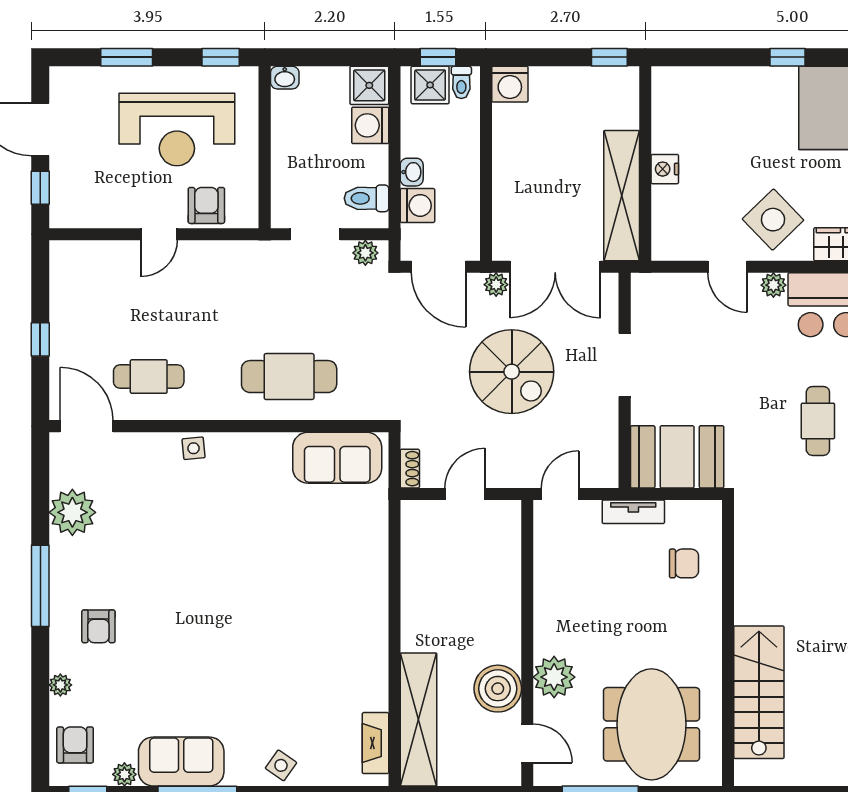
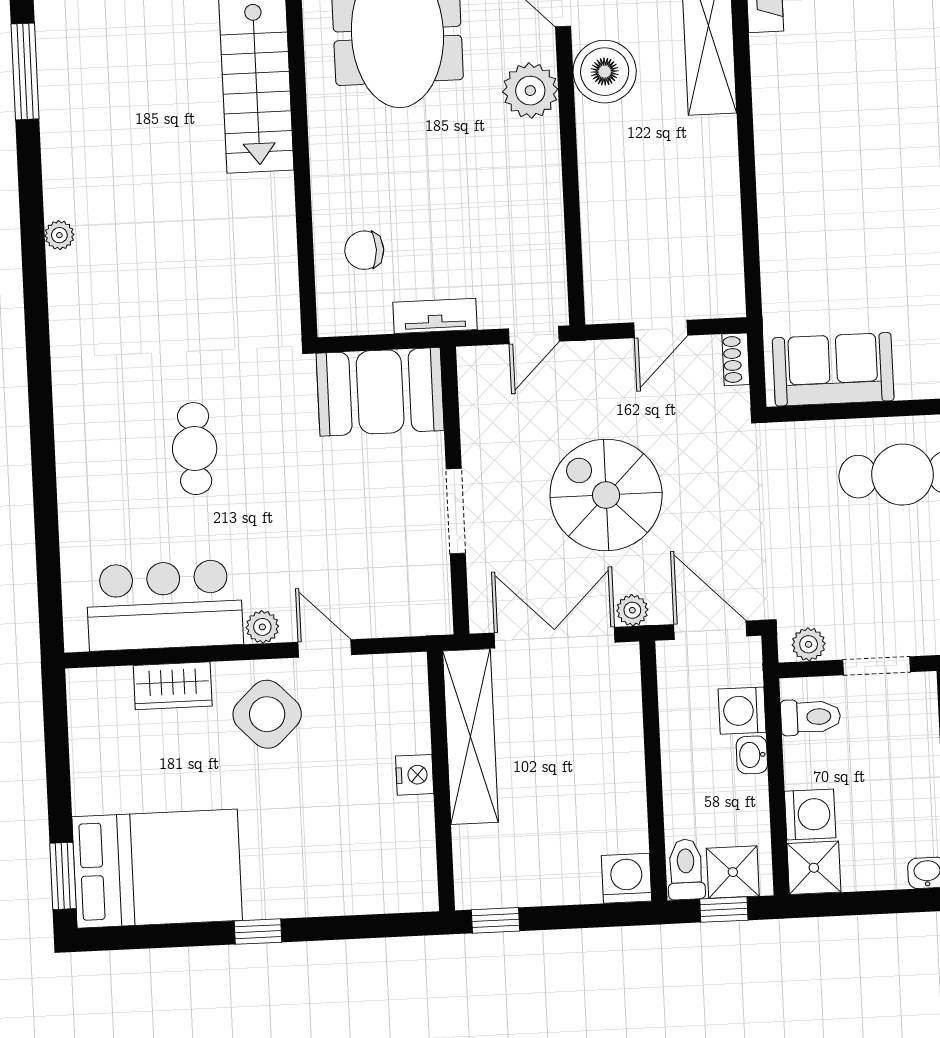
toilet: (461, 82) -> (686, 869), width x1.37, depth x1.39

